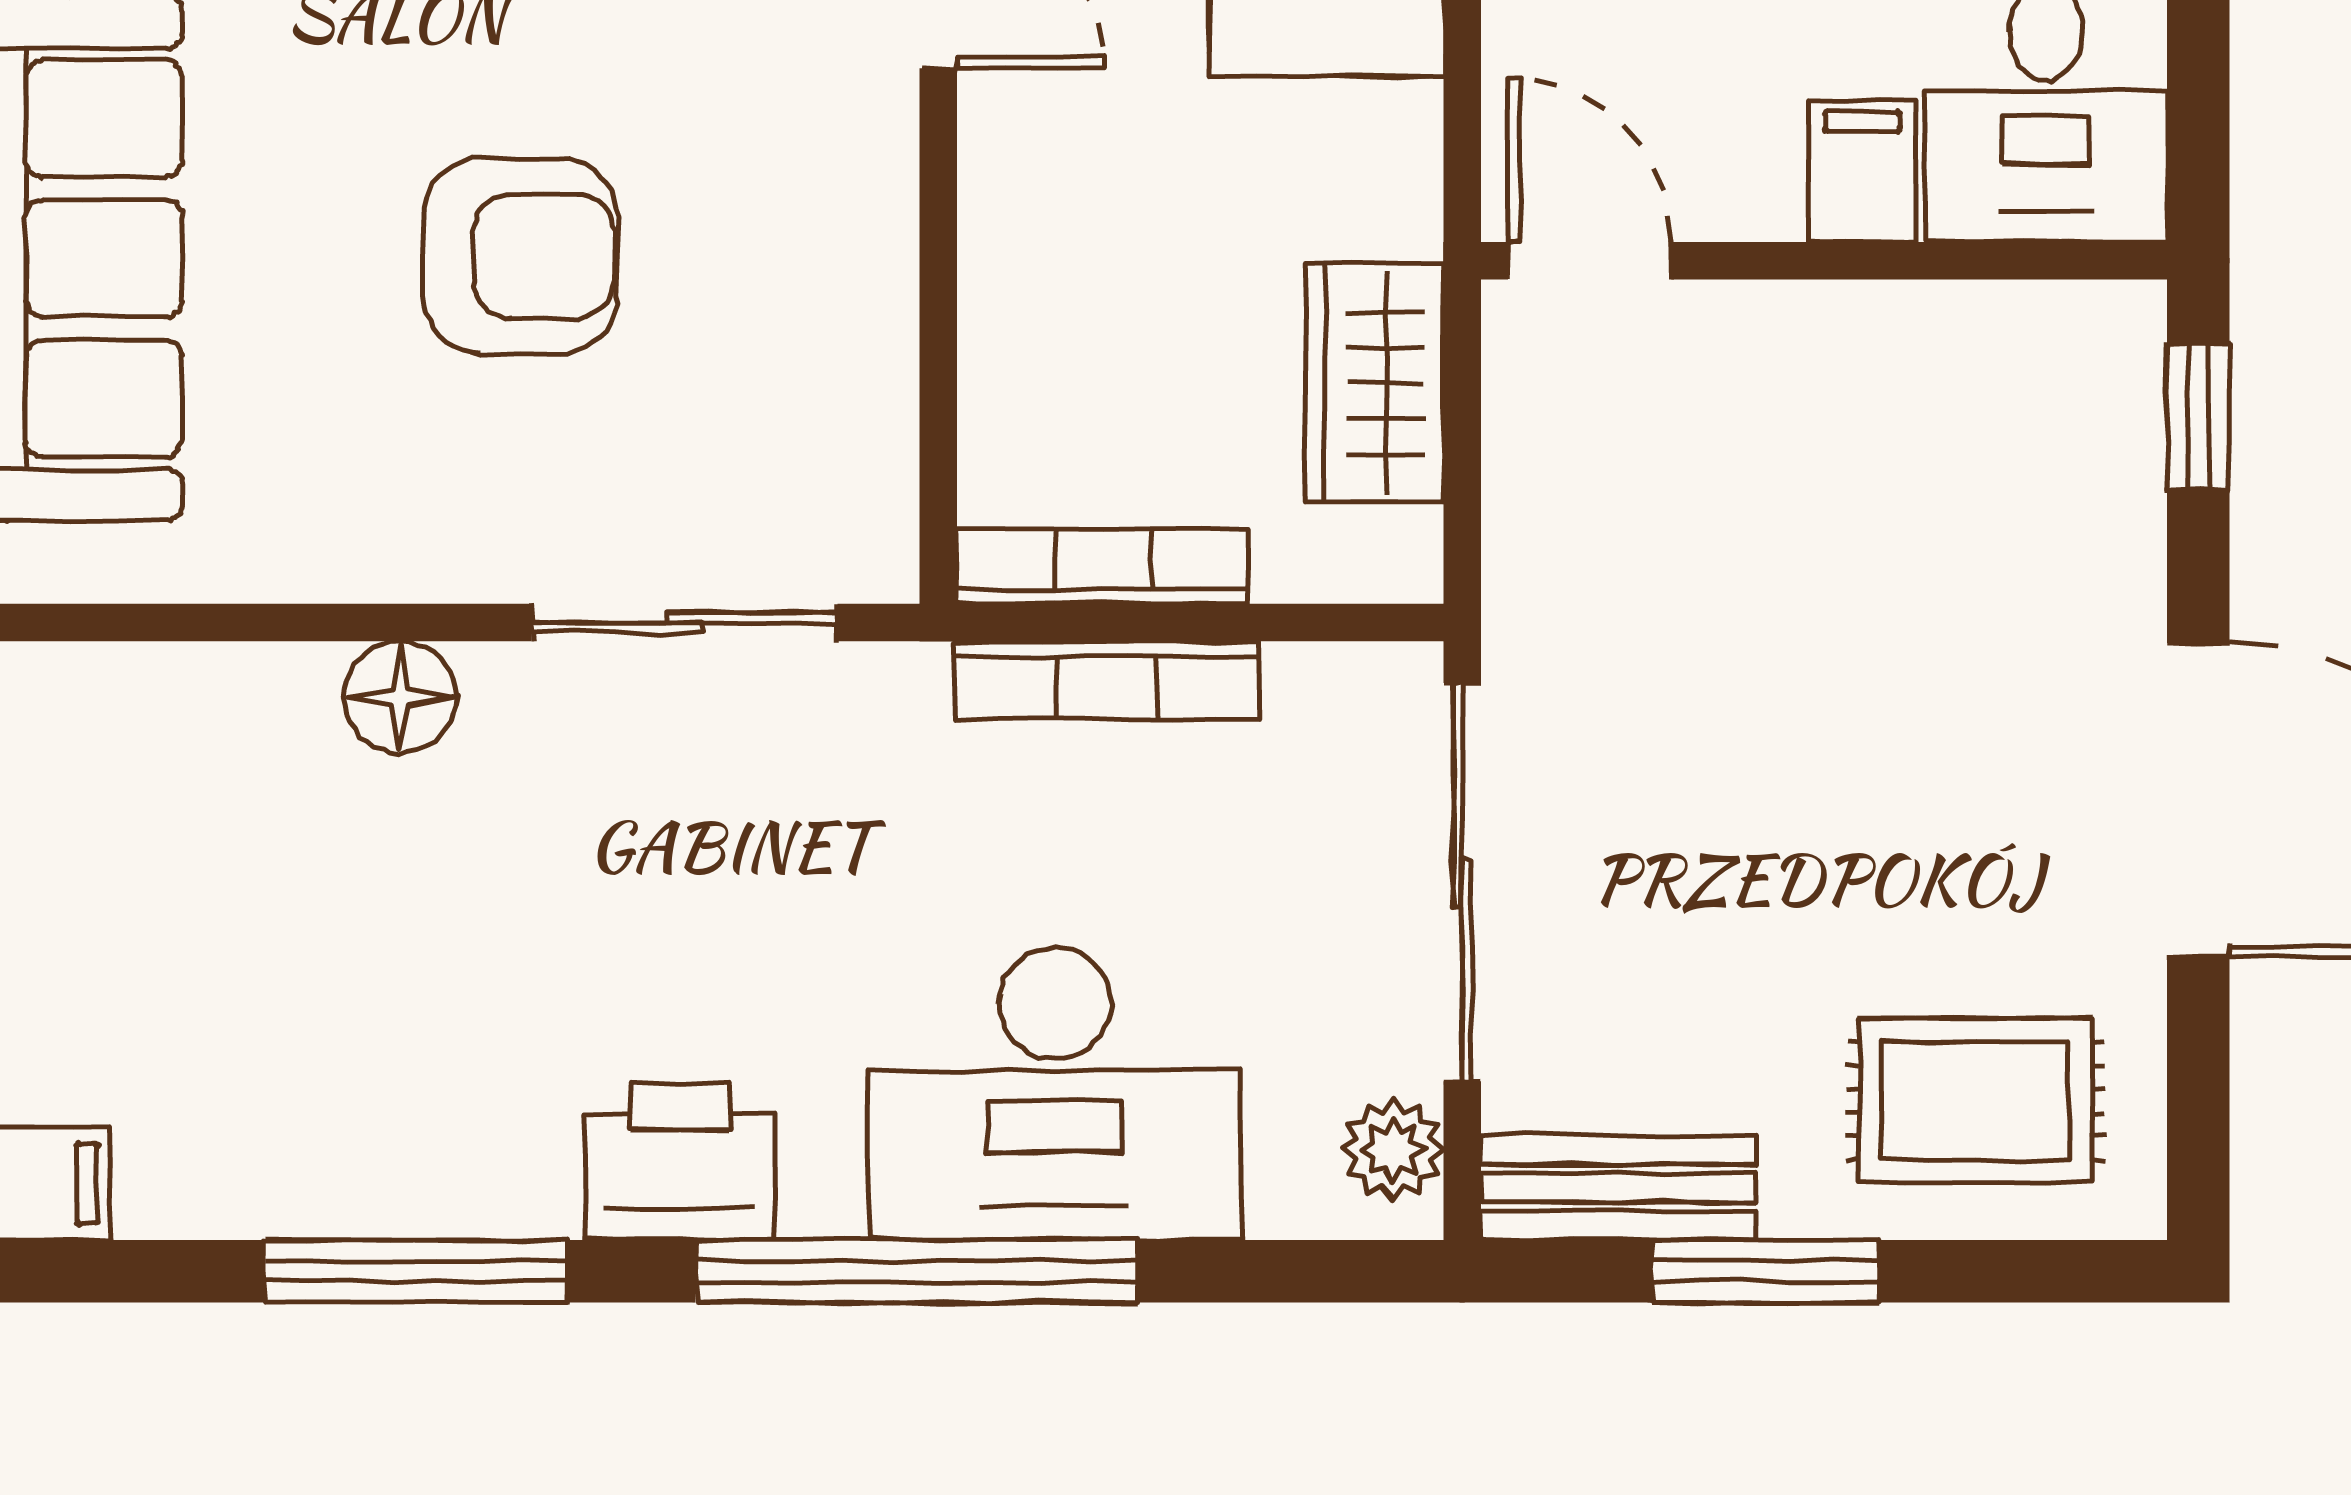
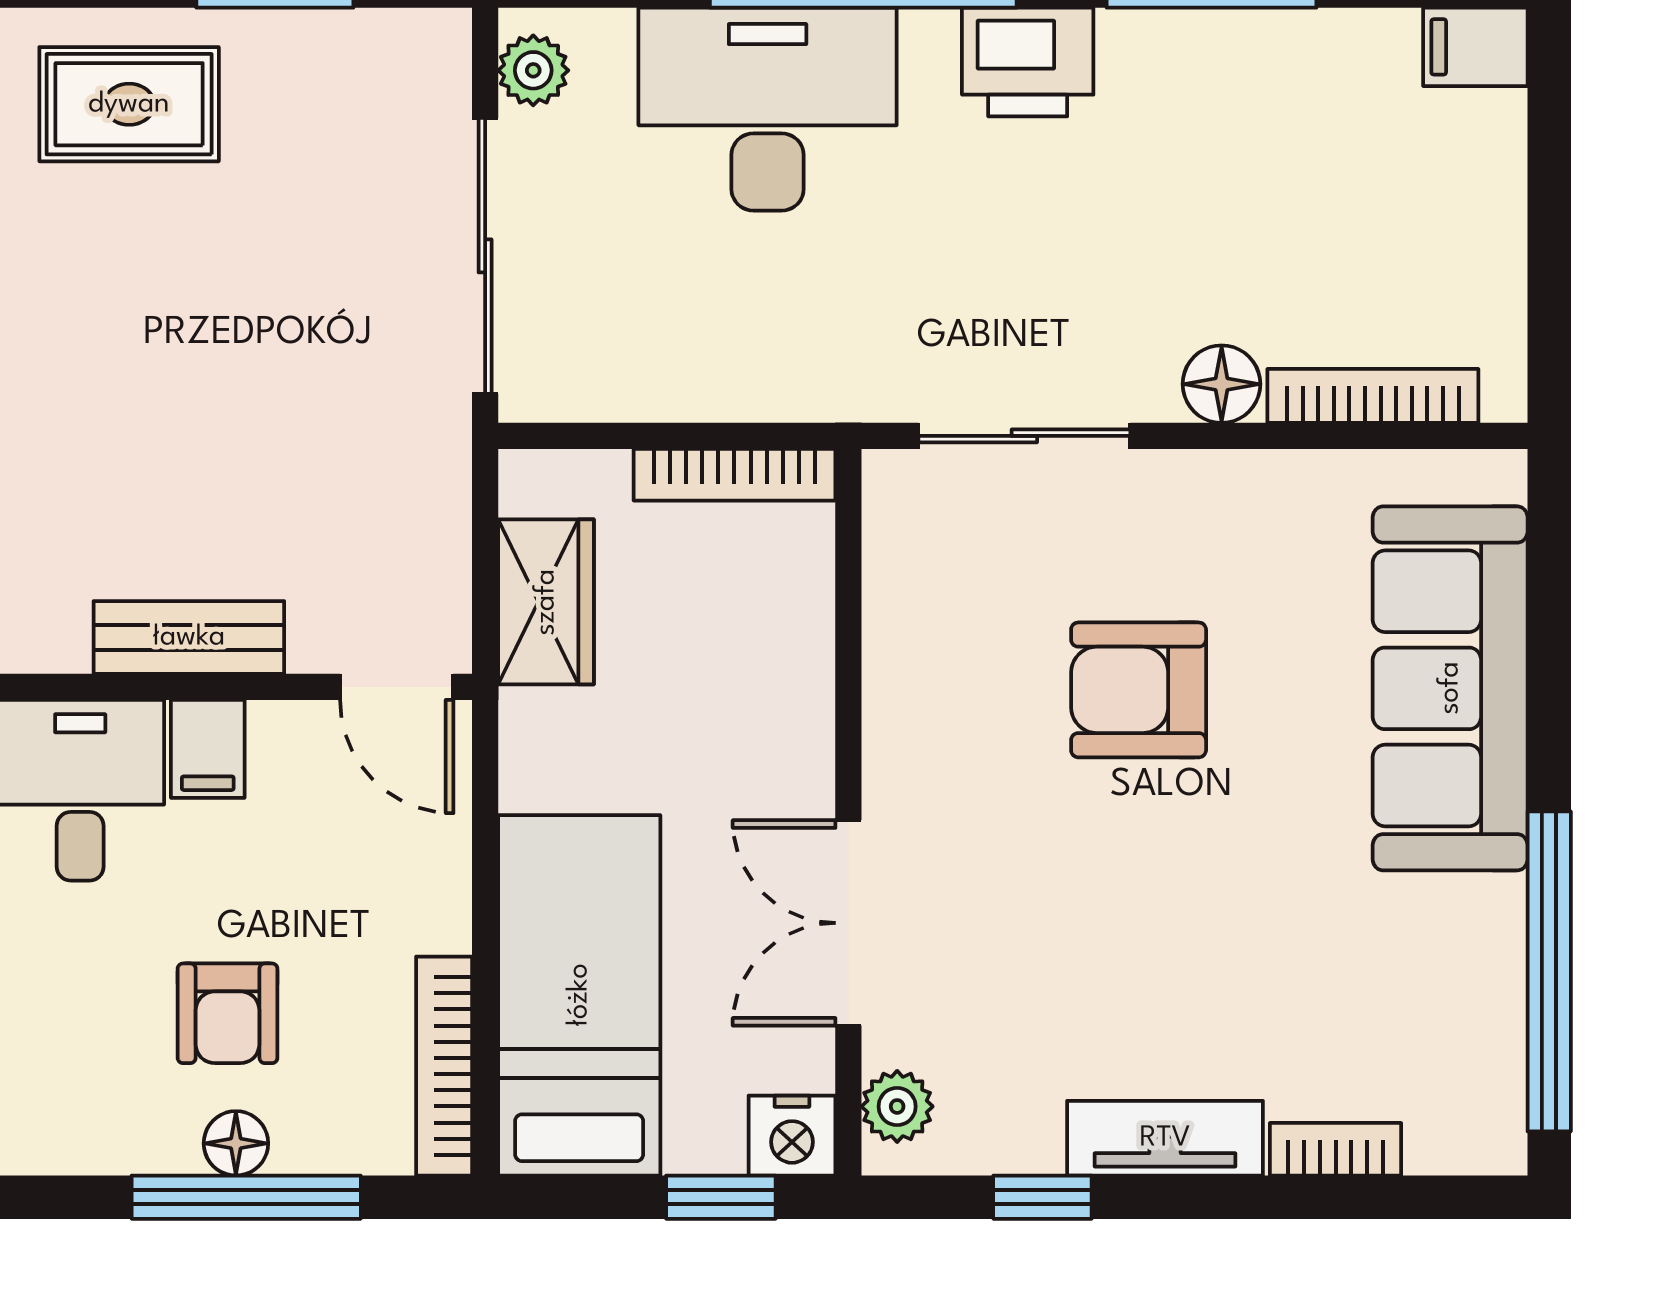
bookcase: (1107, 680) -> (1373, 396), moved
bench: (1618, 1188) -> (189, 637), moved

